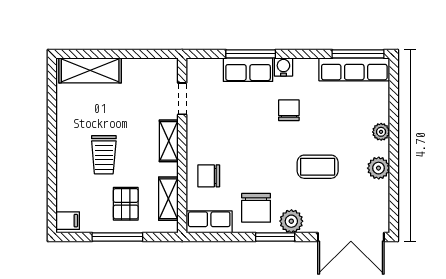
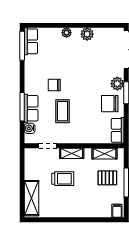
water cooler: (283, 67) -> (30, 128), moved
row of seats: (354, 69) -> (31, 41), width x0.68
trolley: (104, 155) -> (63, 179), moved
coffee table: (318, 167) -> (62, 111), moved
chair: (209, 176) -> (92, 131), removed
chair: (256, 208) -> (110, 104), turned 180

